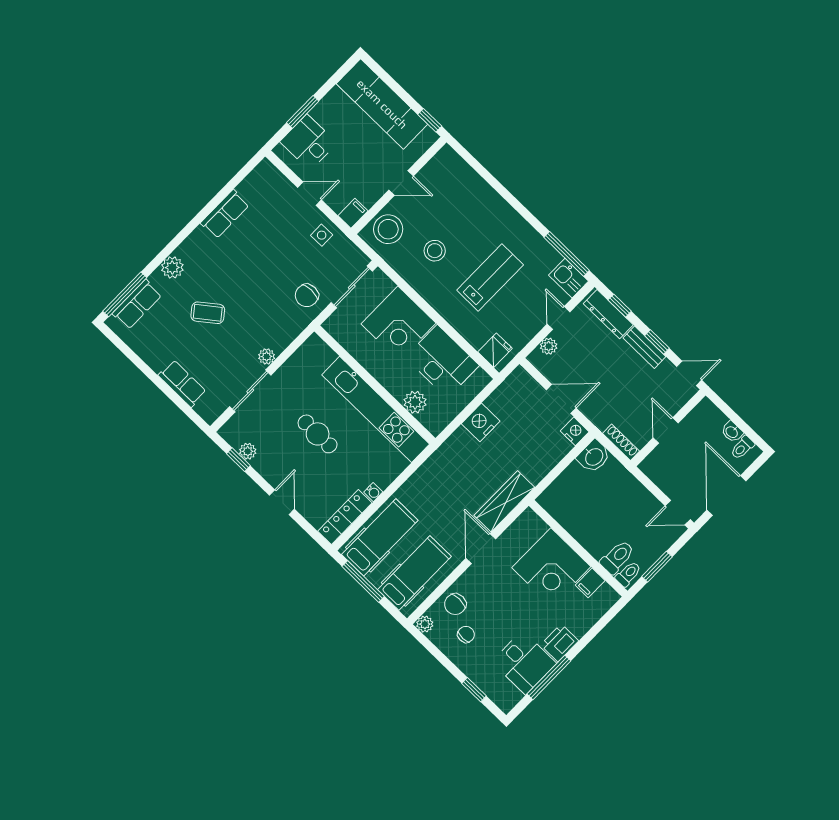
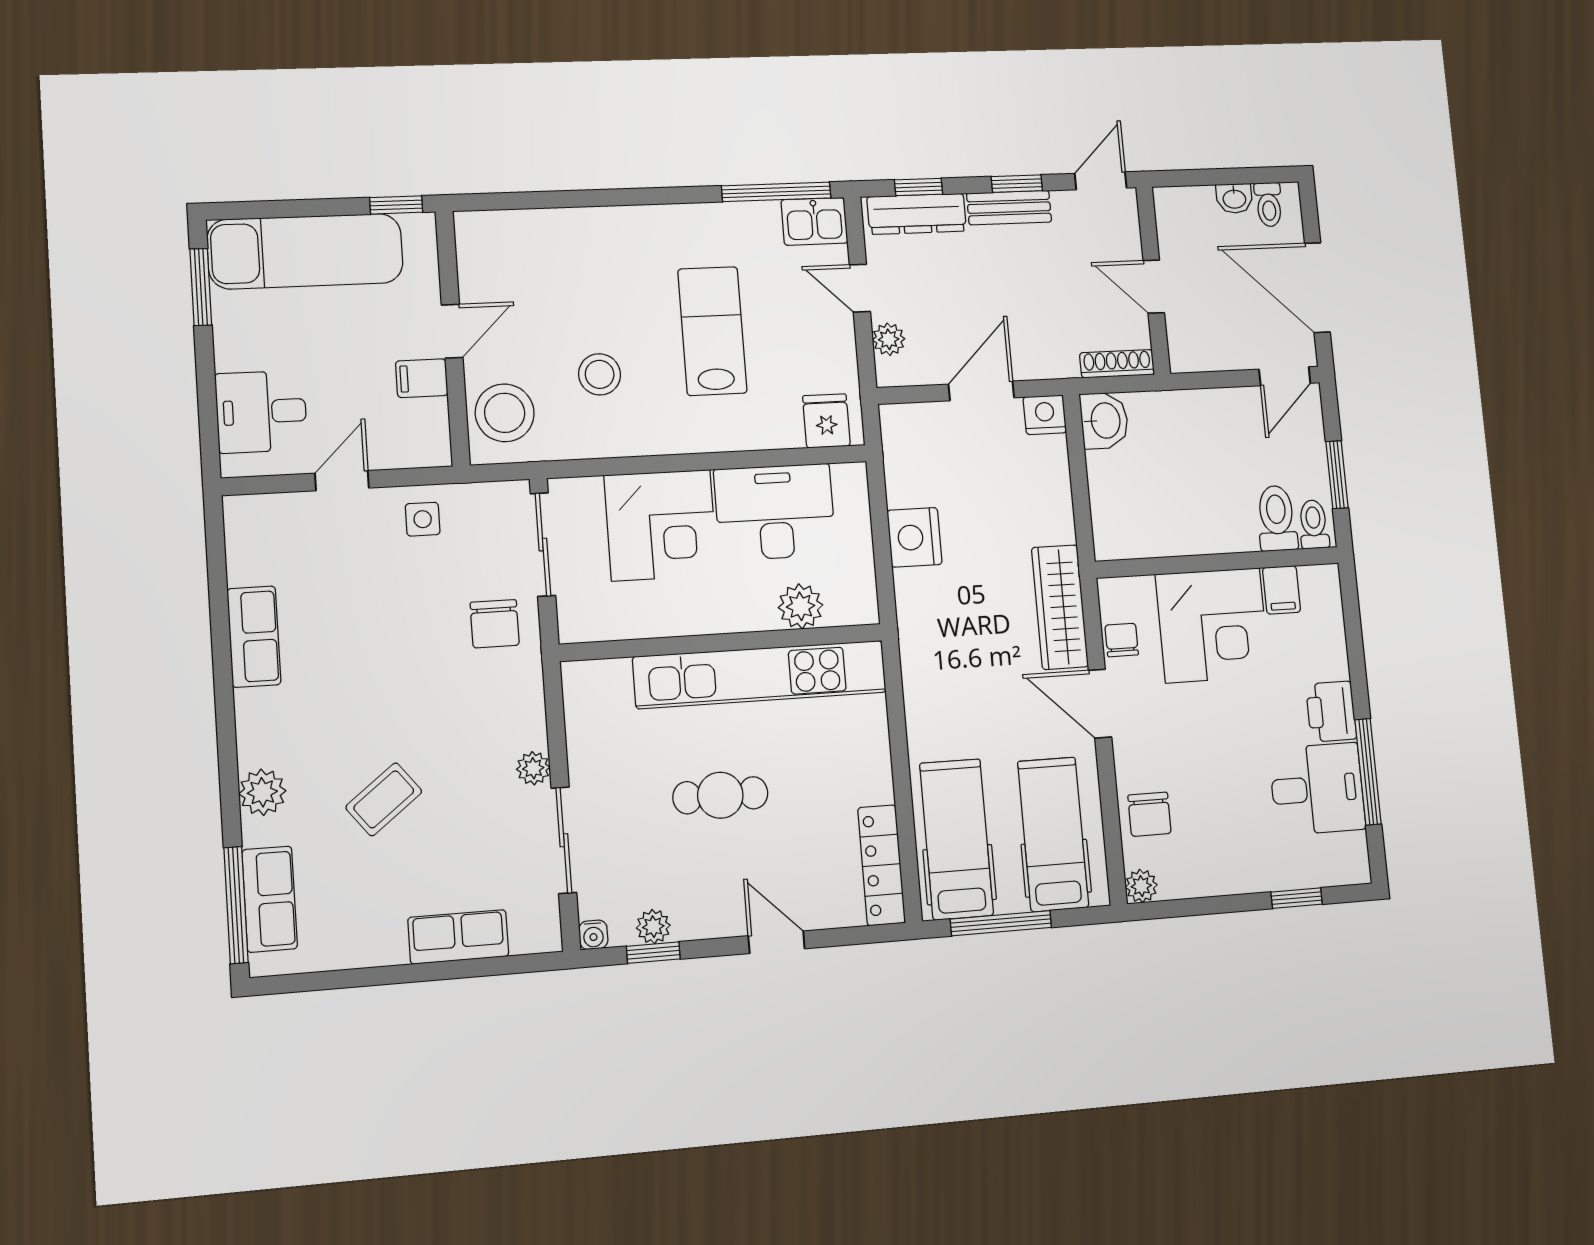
window: (303, 112) -> (201, 287), moved
filing cabinet: (353, 213) -> (422, 378), moved, turned -90
water cooler: (373, 492) -> (593, 935), moved, turned 90
chair: (466, 634) -> (1122, 640), moved

